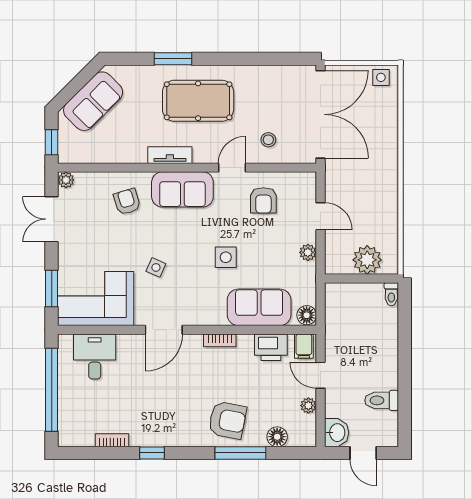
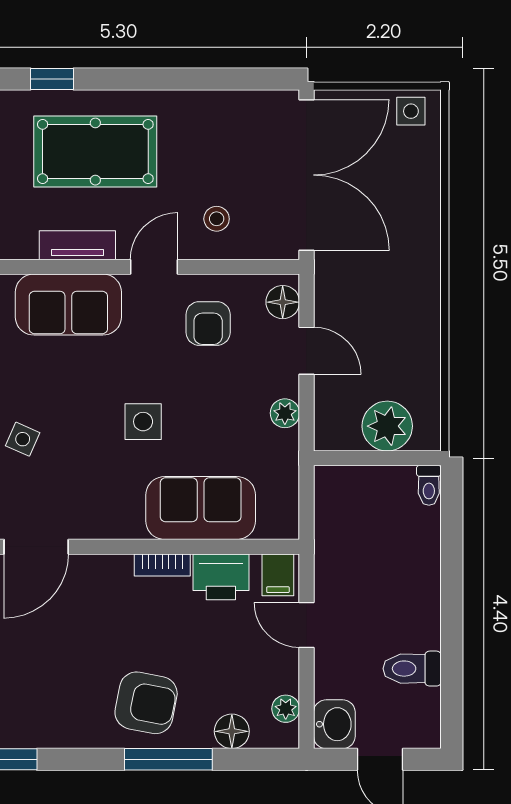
window: (173, 59) -> (52, 79), width x0.67
tv unit: (170, 155) -> (77, 245), moved
floor lamp: (307, 315) -> (283, 302), moved
bookcase: (220, 340) -> (162, 565), moved
plant: (308, 406) -> (286, 709), moved

